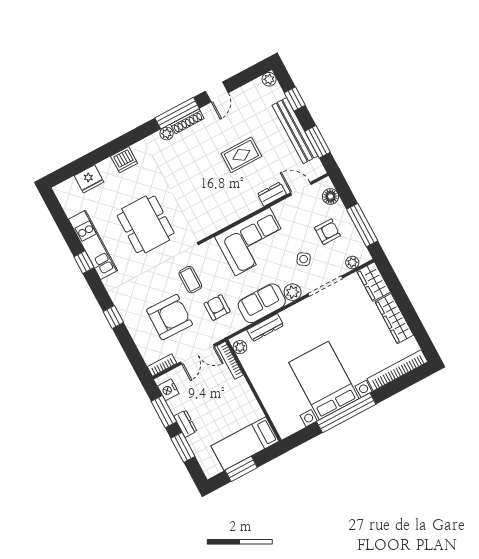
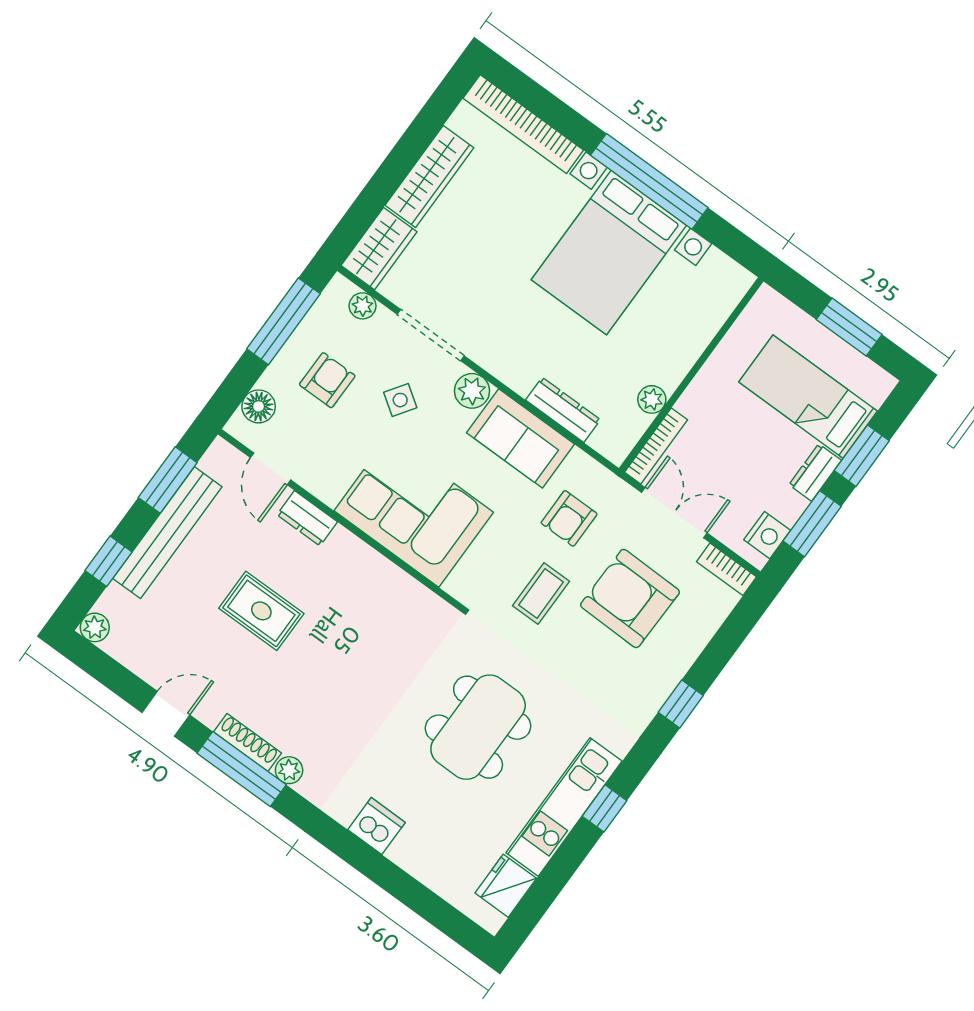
fridge: (89, 179) -> (506, 886), moved, turned -90
armchair: (327, 232) -> (327, 380), turned 90
plant: (240, 347) -> (652, 399), moved
bed: (245, 444) -> (808, 397), moved, turned 180

